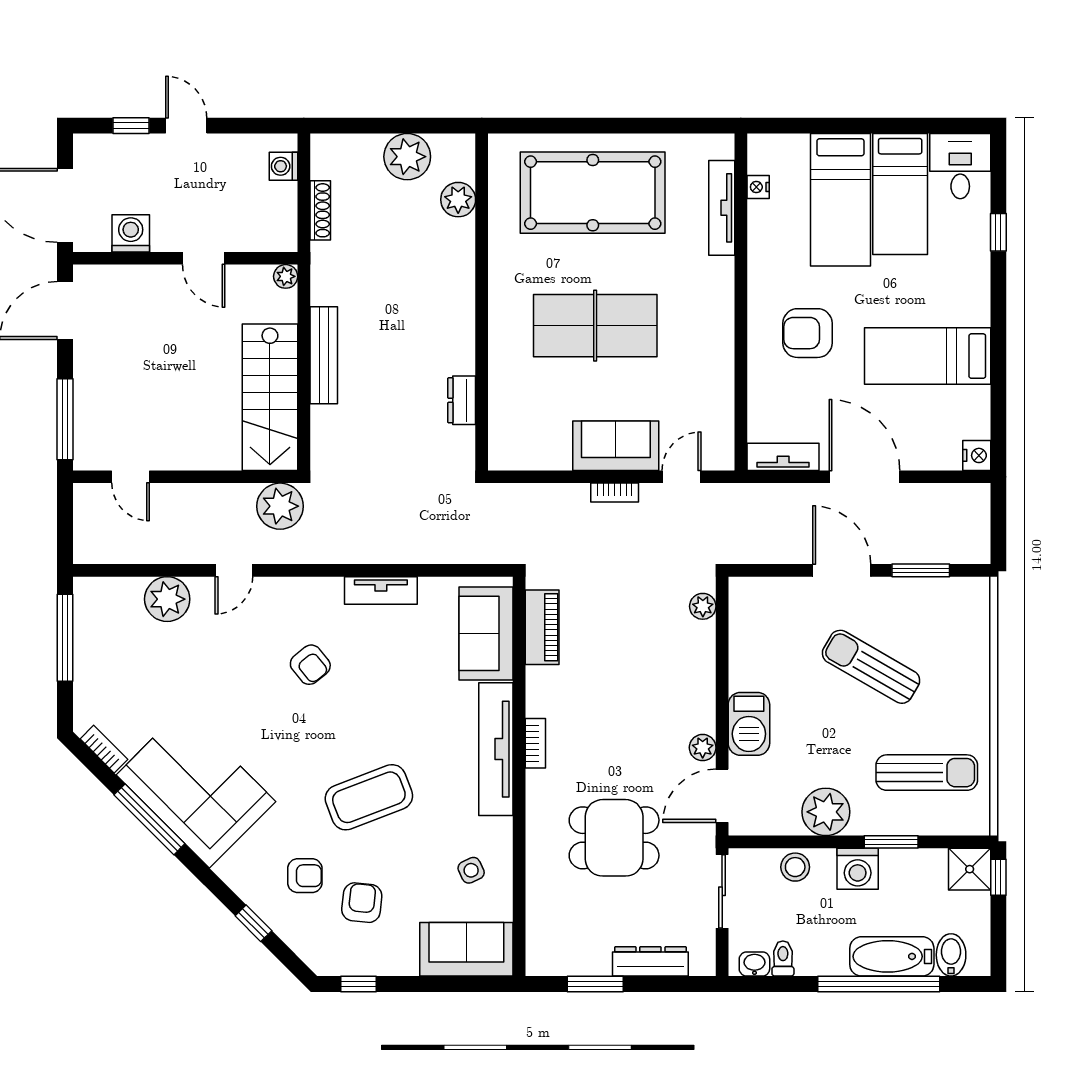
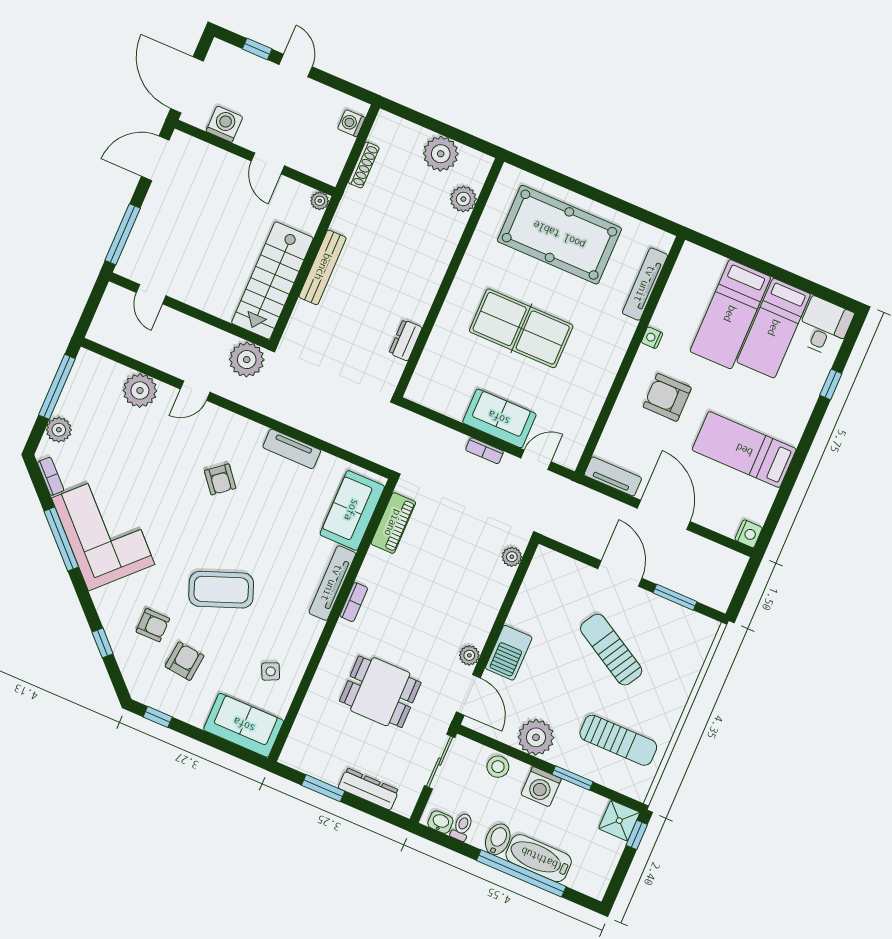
nightstand: (758, 187) -> (652, 338), moved
plant: (90, 689) -> (59, 430), added
tv unit: (496, 749) -> (332, 583), width x0.73, depth x0.78
door: (722, 796) -> (468, 695), swing flipped
bidet: (951, 955) -> (498, 839), moved

